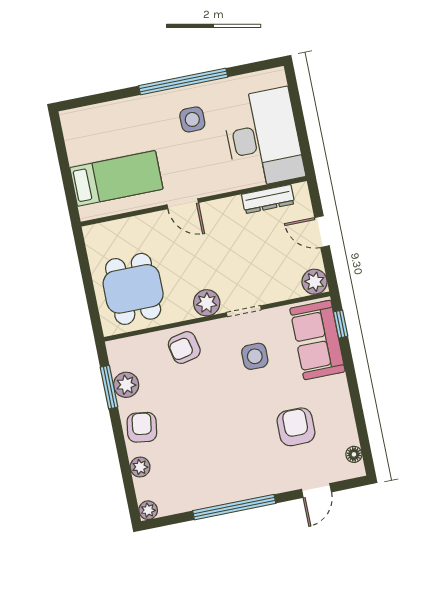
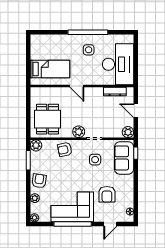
plant: (126, 385) -> (36, 145), moved
armchair: (296, 427) -> (107, 194), turned 180
corner sofa: (226, 470) -> (72, 207), added

